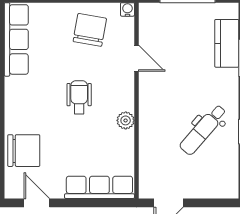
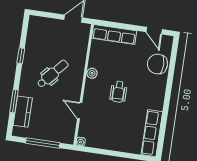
chair: (90, 30) -> (106, 132), removed
dental chair: (203, 130) -> (53, 74), moved

